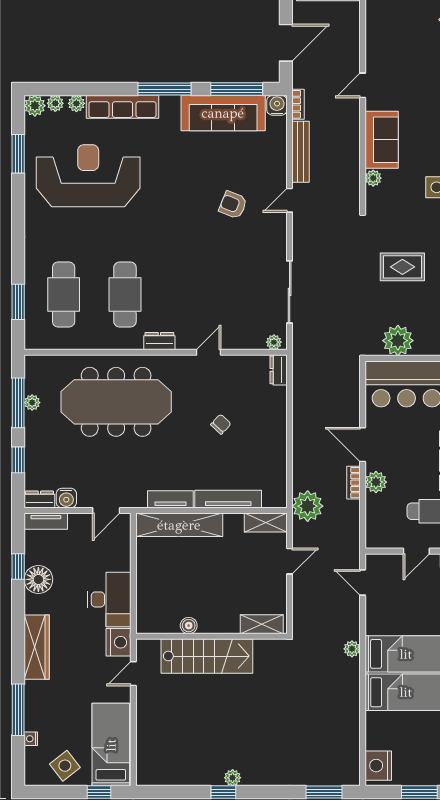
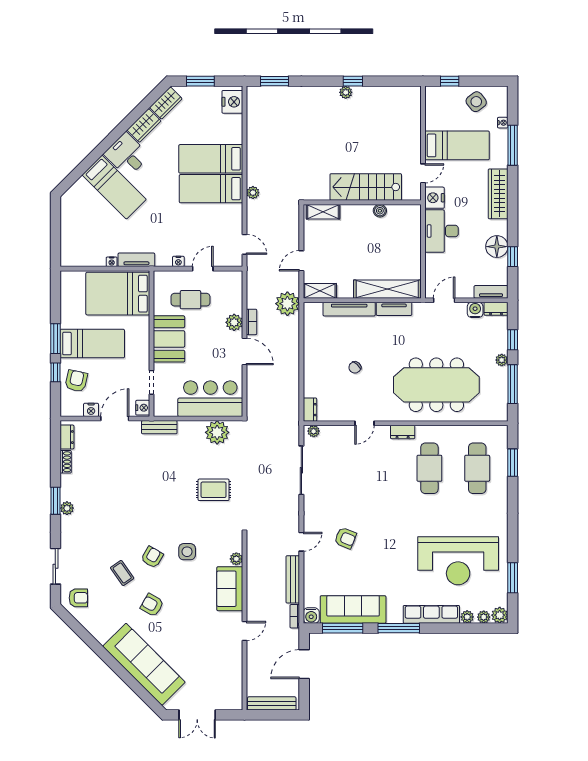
plant: (32, 403) -> (502, 360), moved
bed: (111, 745) -> (457, 145), moved, turned -90

